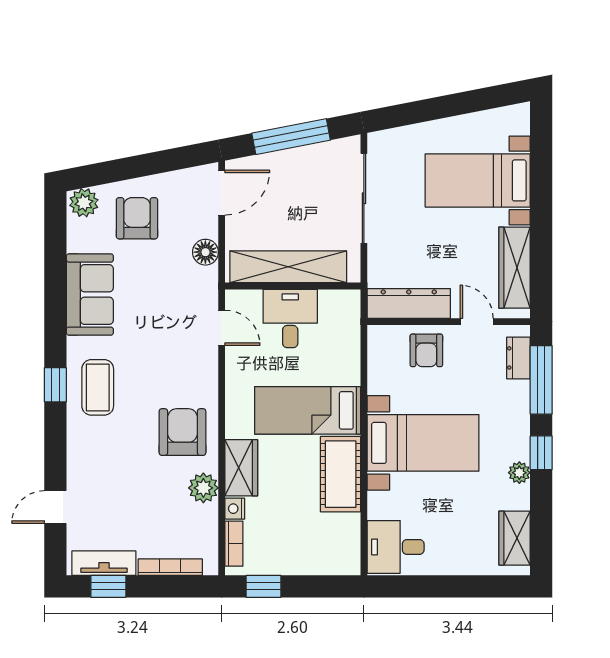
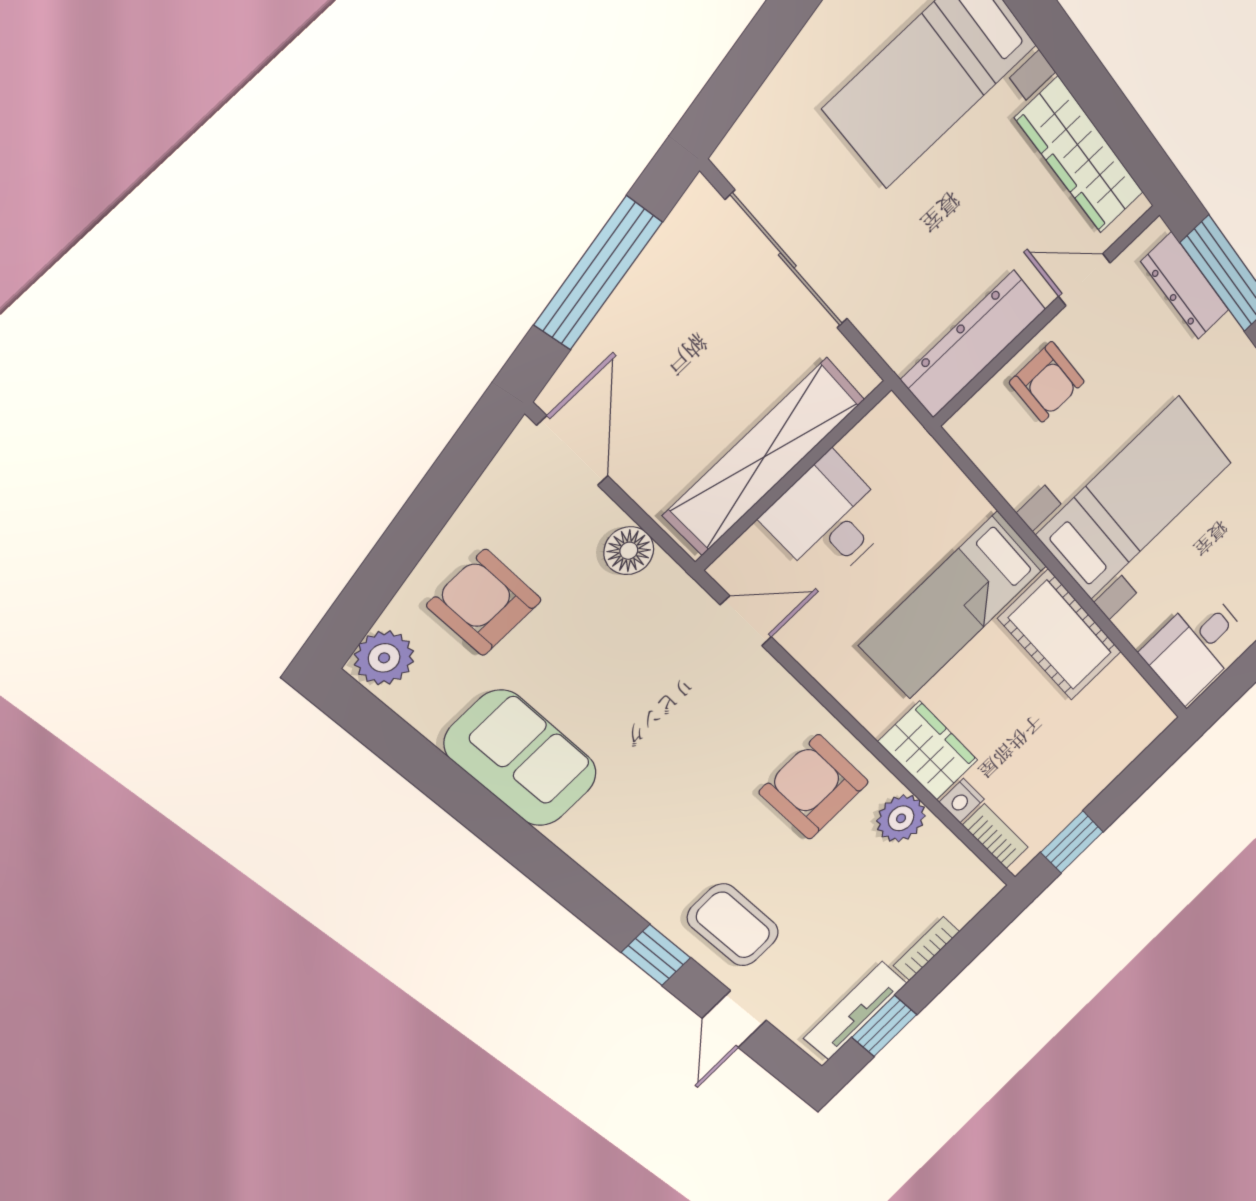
dresser: (518, 358) -> (1185, 286), width x1.44
window: (55, 385) -> (656, 955), moved
coffee table: (98, 387) -> (733, 925), moved
bookcase: (170, 567) -> (926, 949), width x0.64

